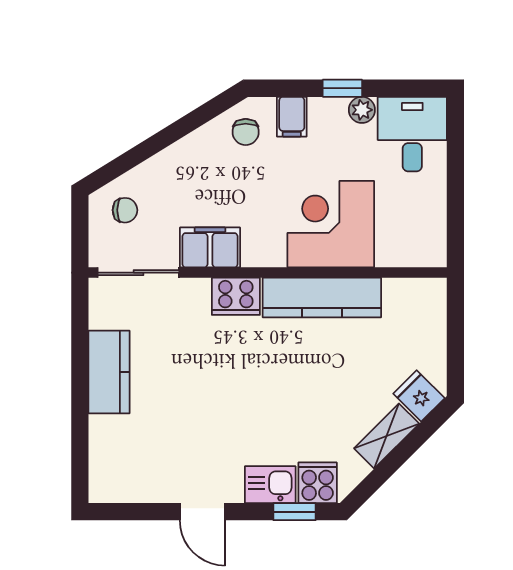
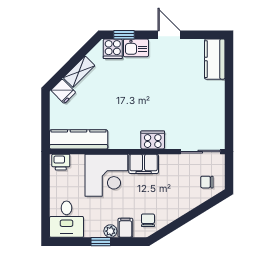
plant: (362, 110) -> (110, 231), moved
filing cabinet: (210, 247) -> (144, 164), moved
printer: (424, 251) -> (61, 162), added
kitchen counter: (322, 298) -> (79, 139), moved
kitchen counter: (109, 372) -> (215, 59), moved

